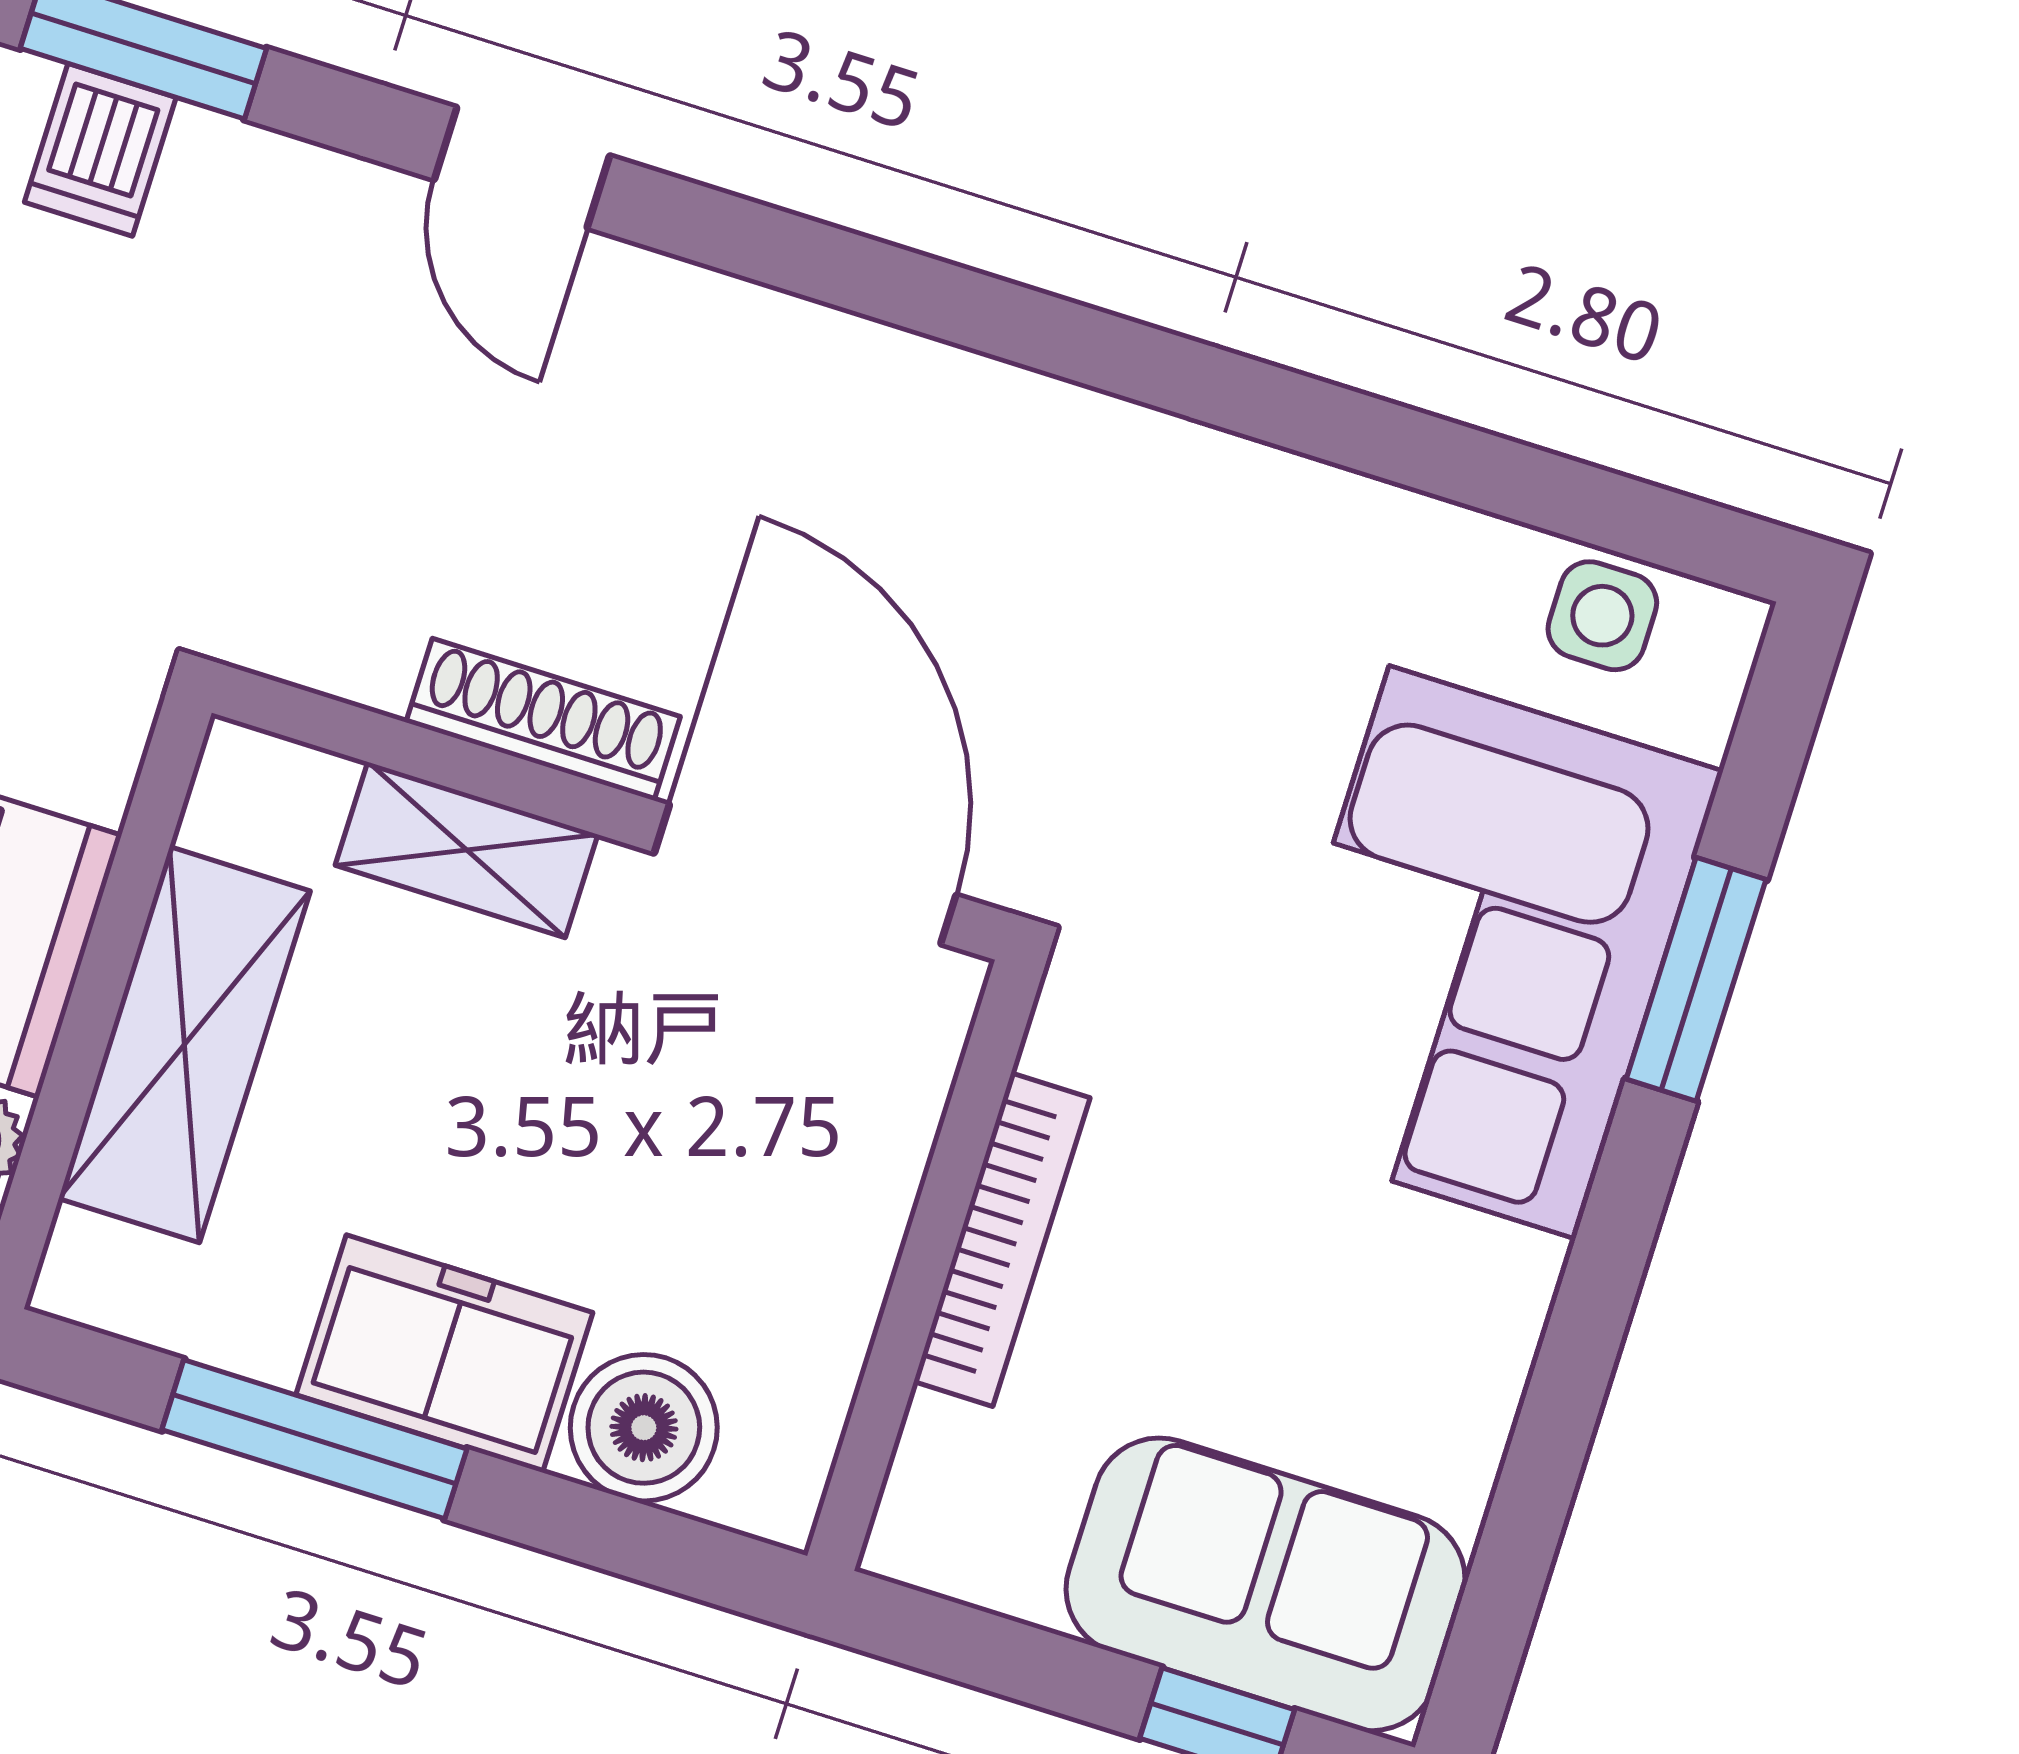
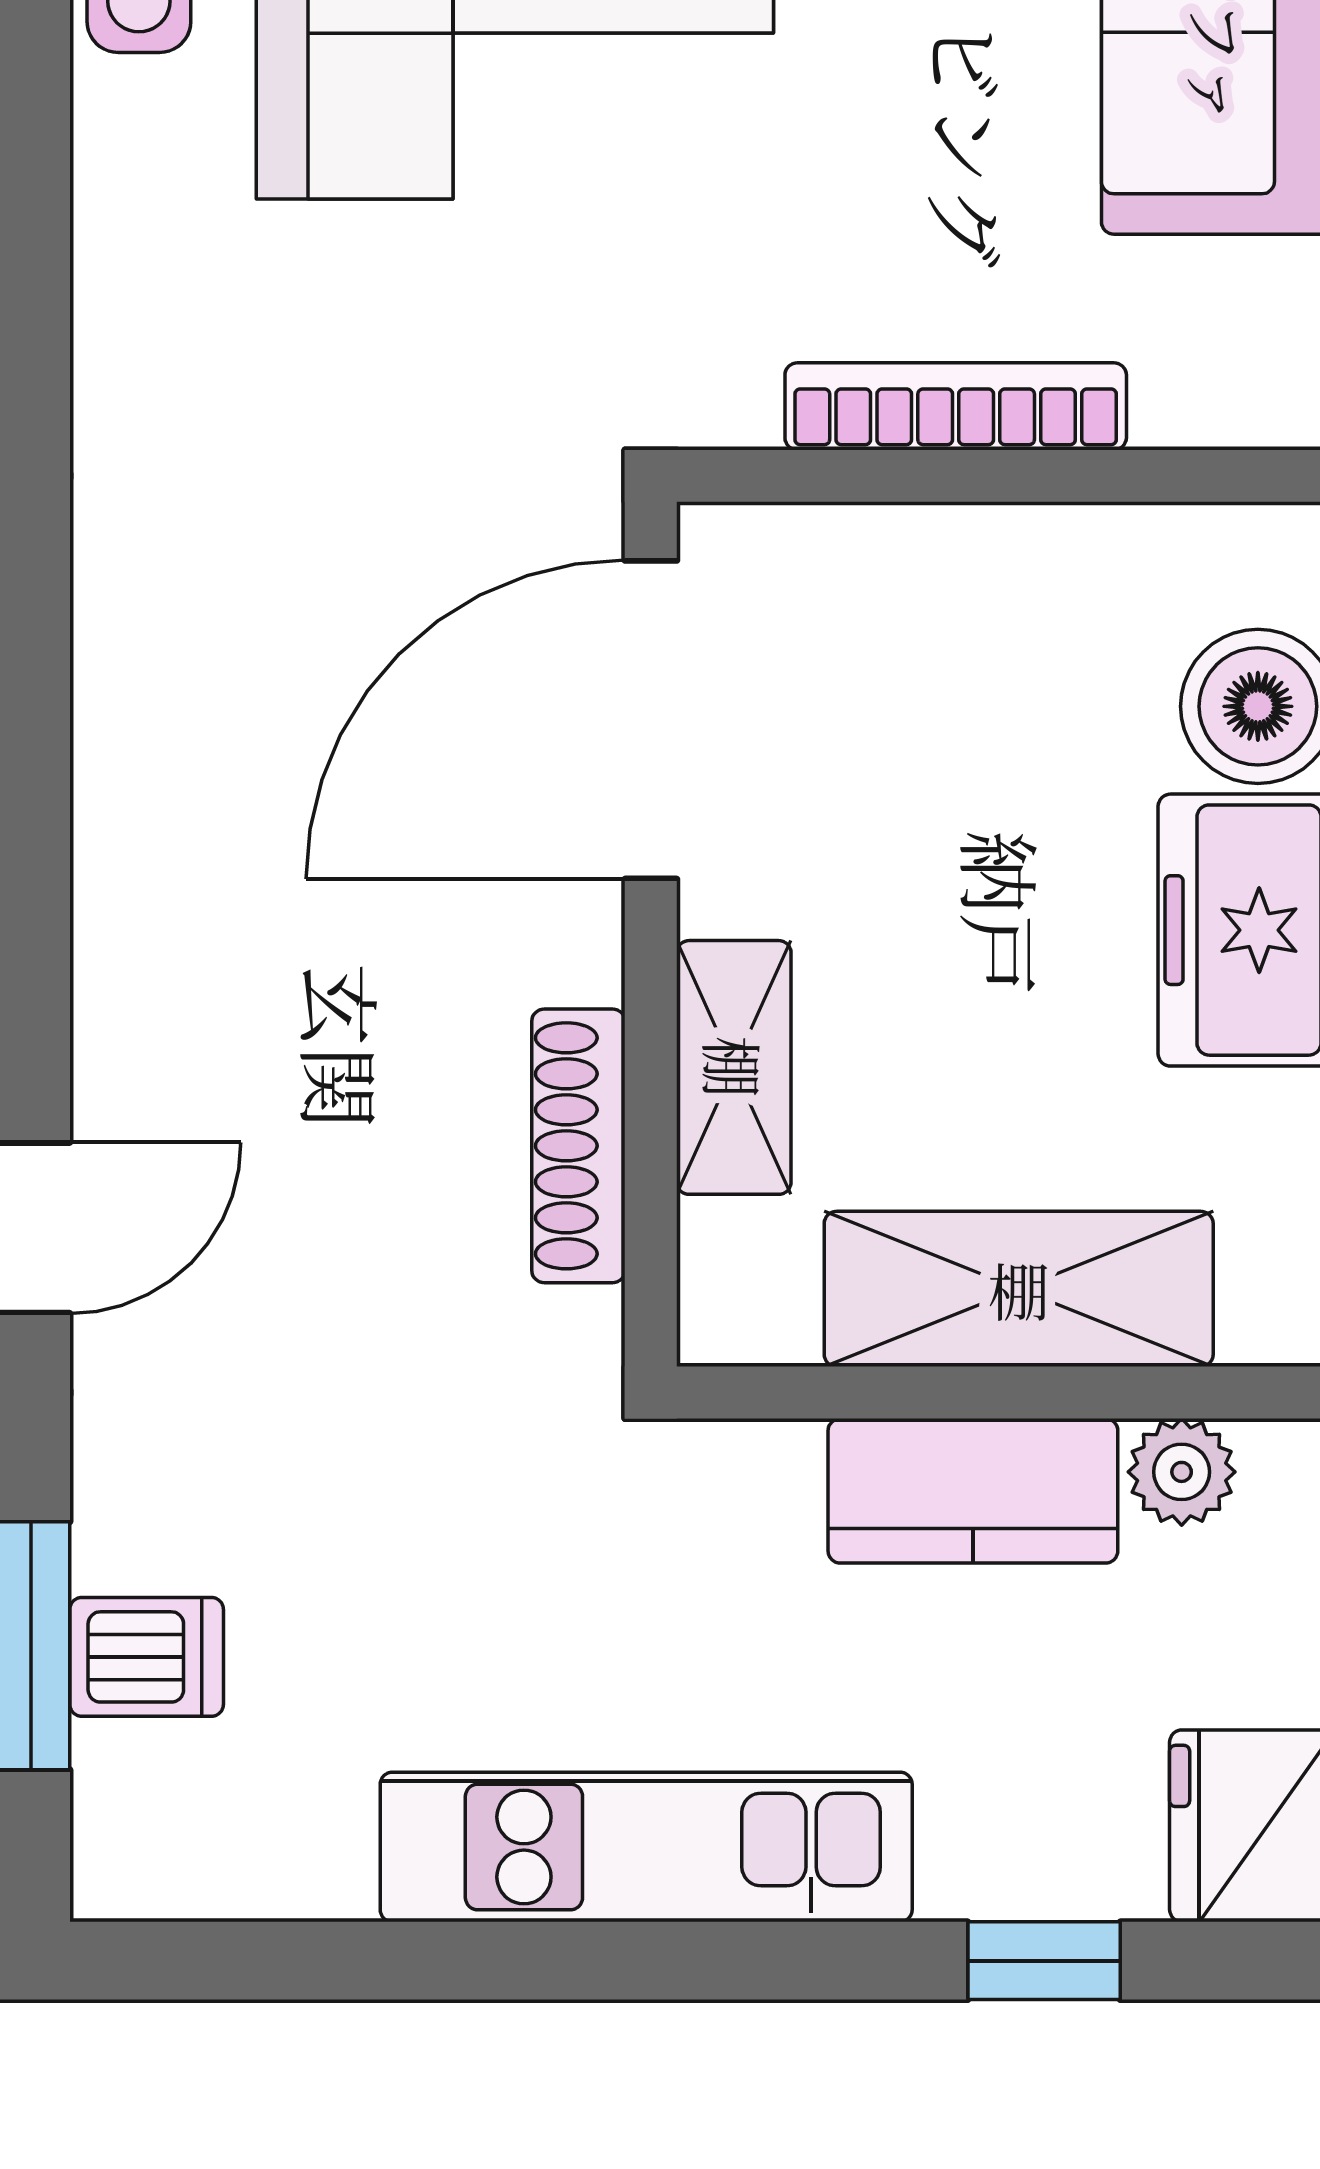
shoe rack: (543, 719) -> (578, 1146), moved

